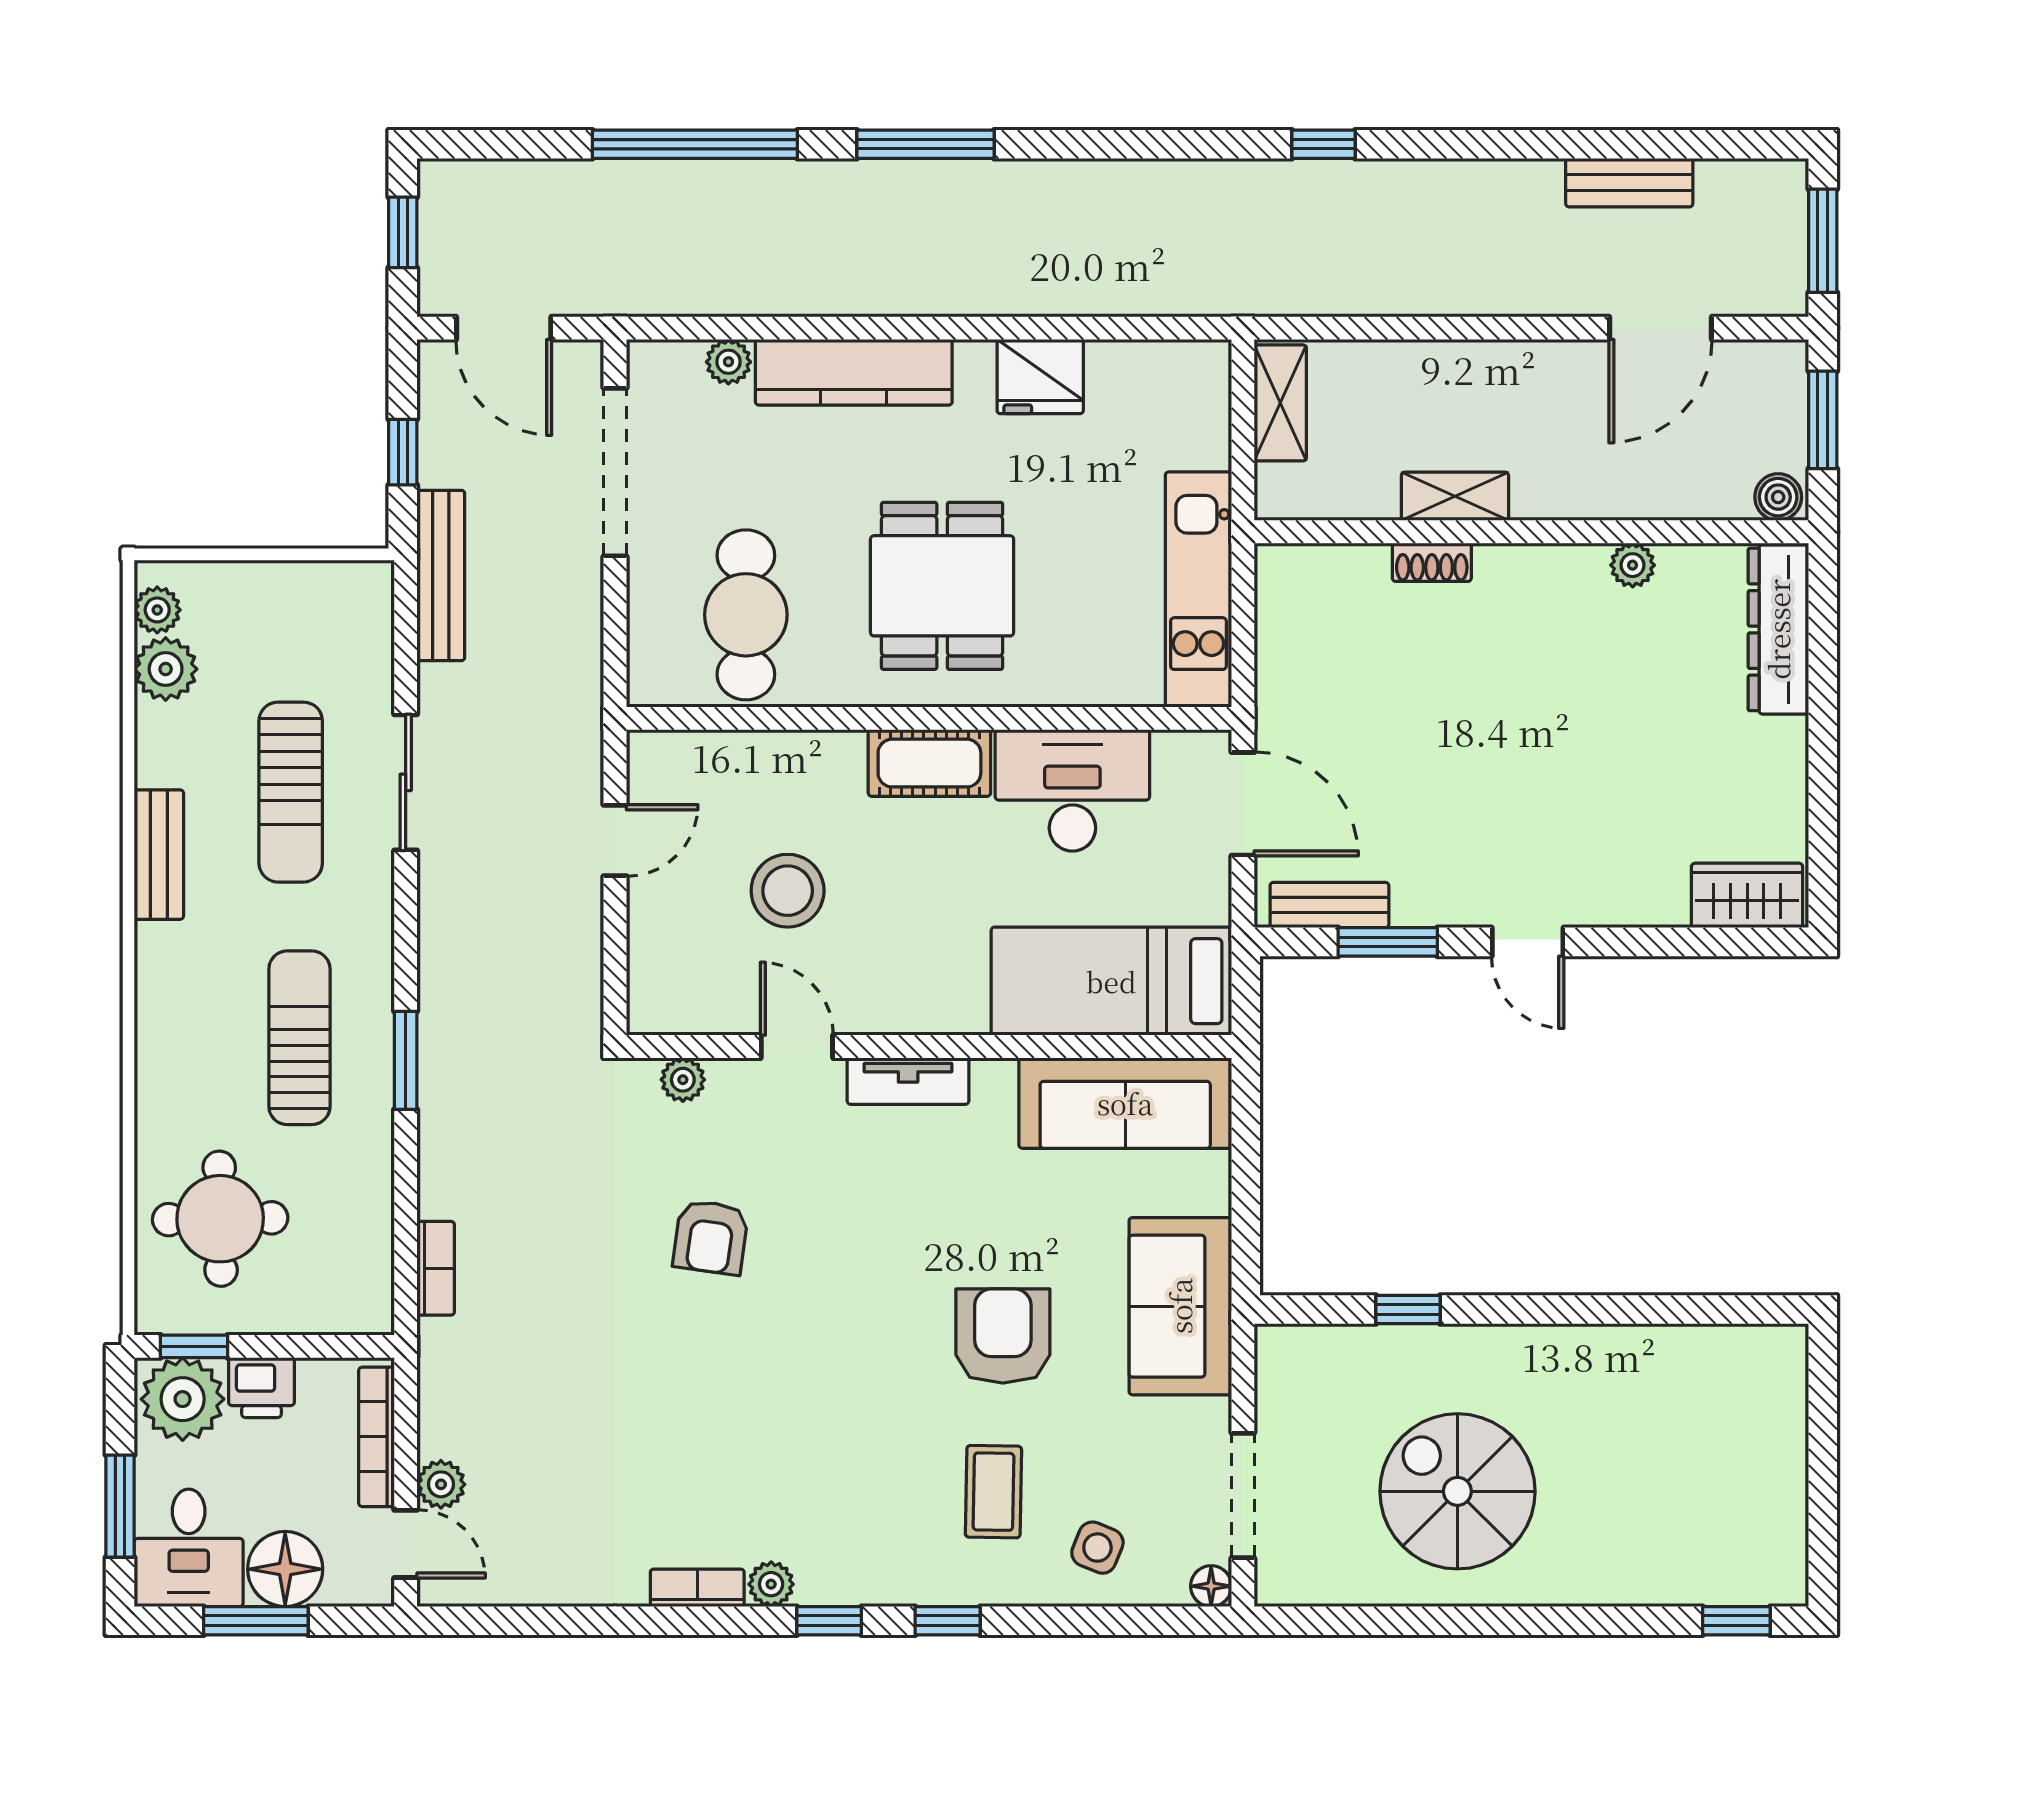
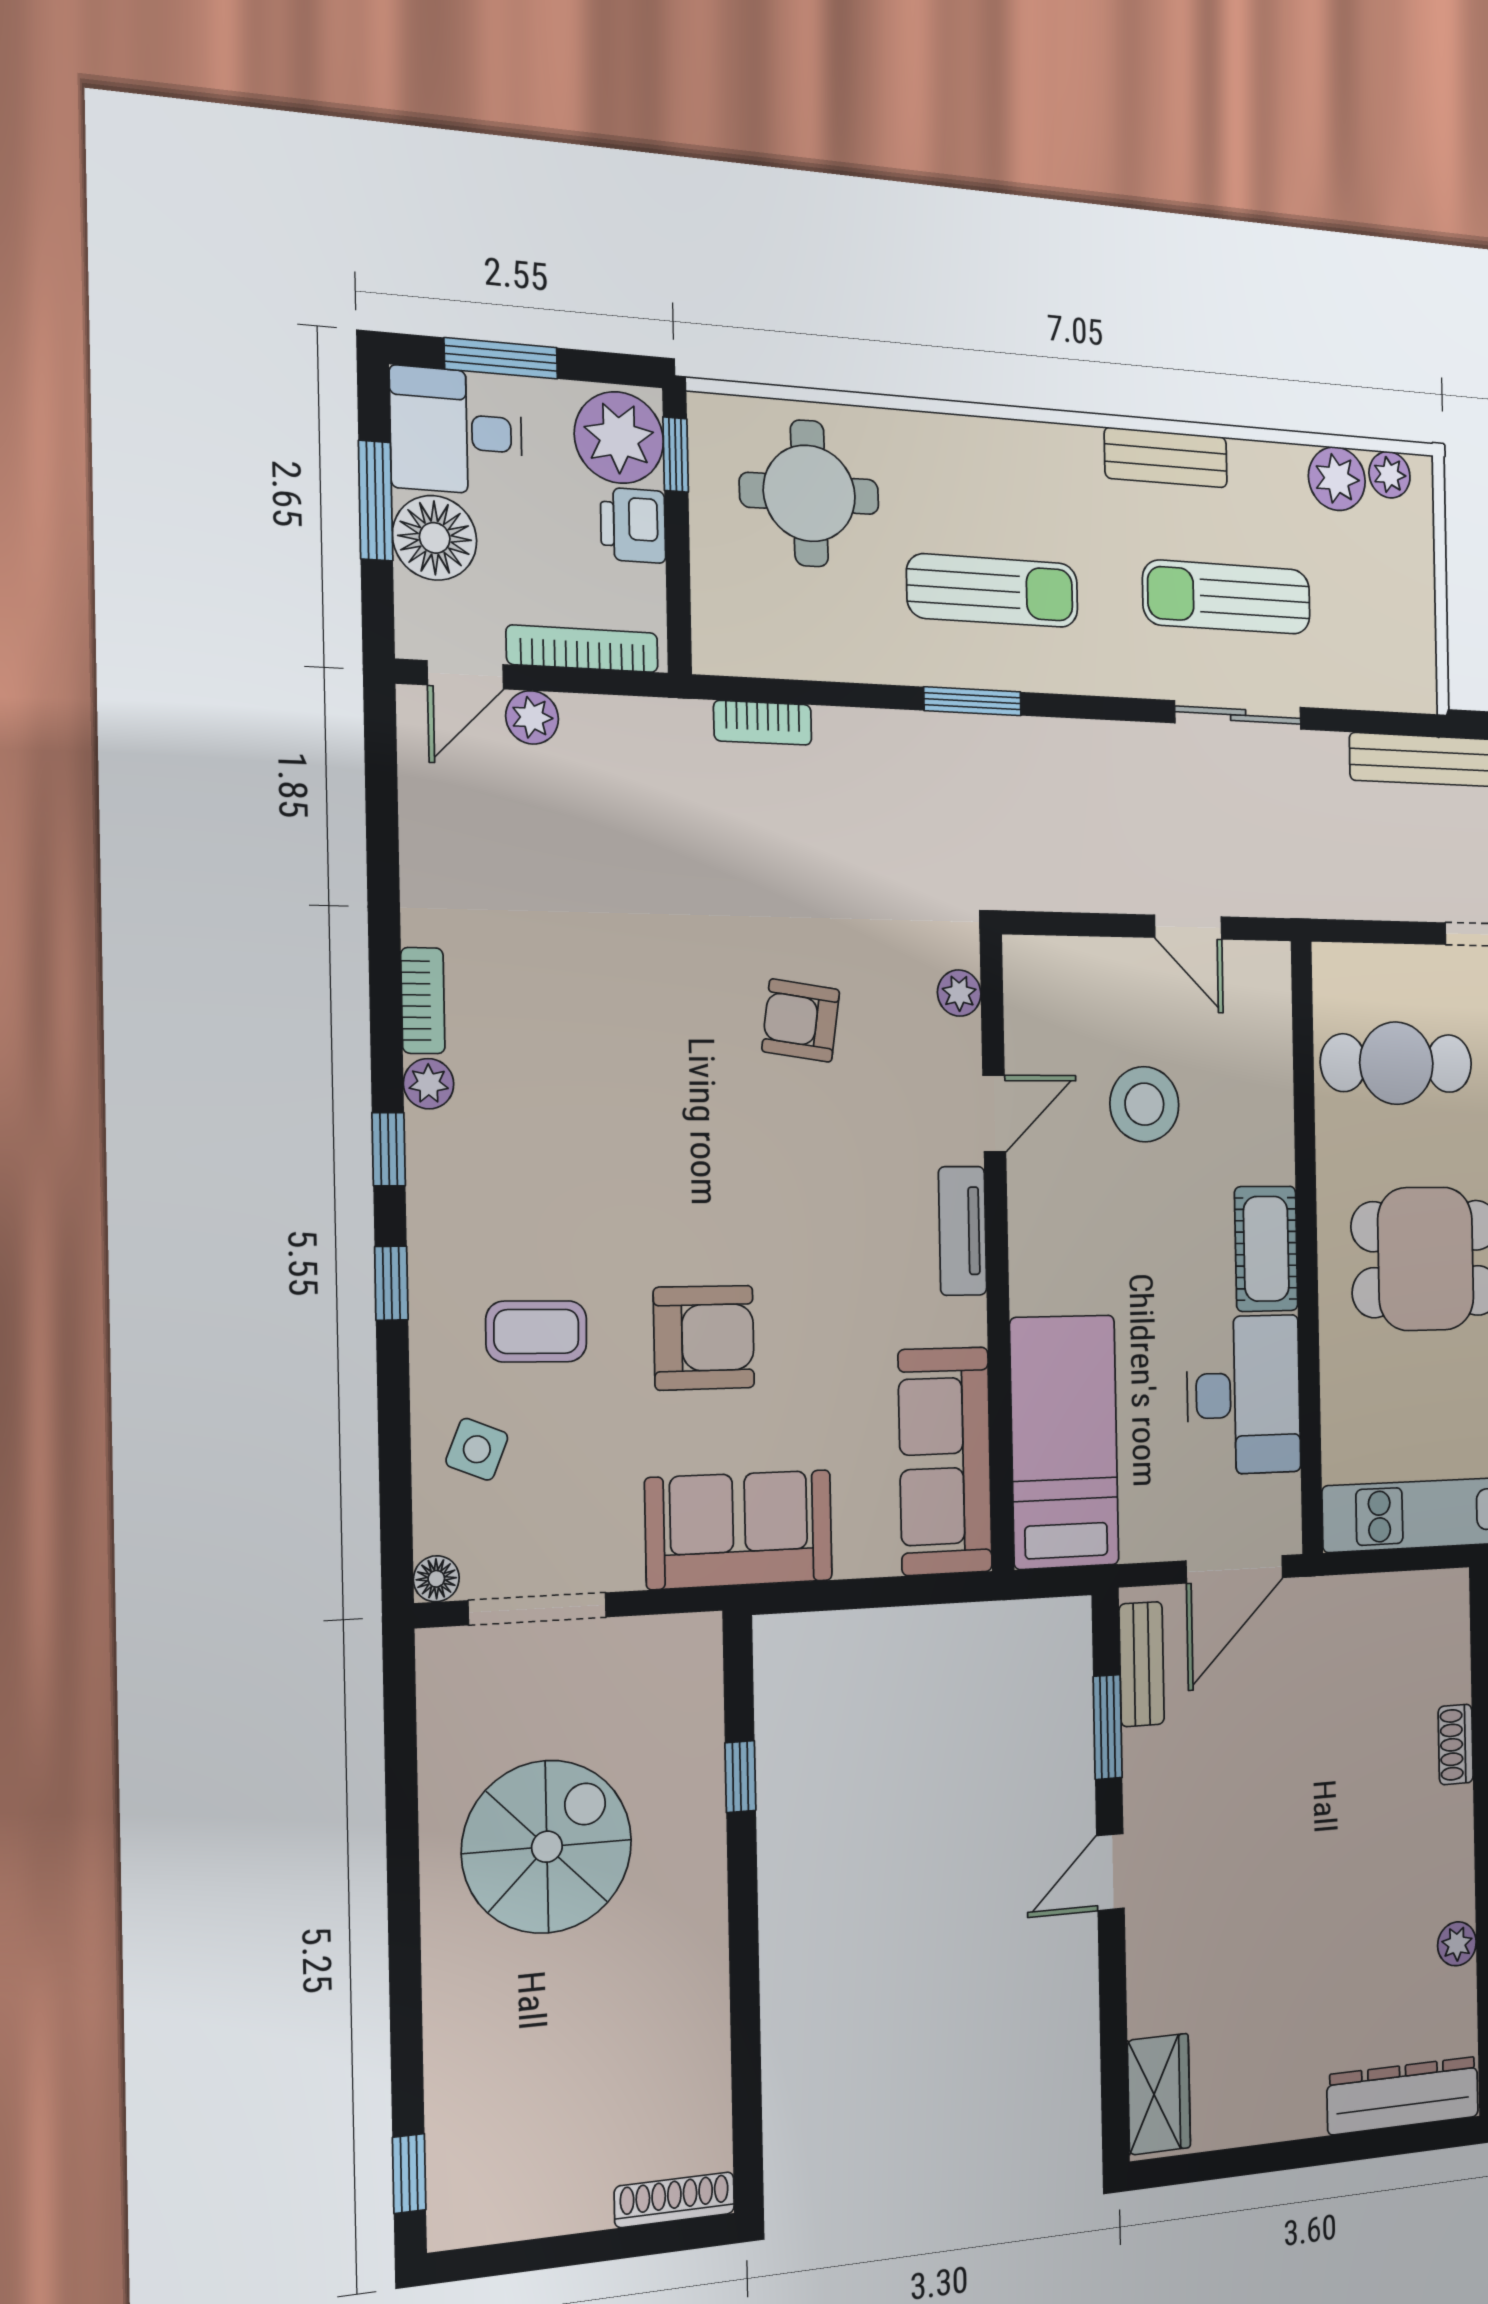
shoe rack: (1789, 1380) -> (674, 2200), added

